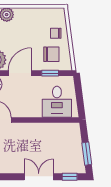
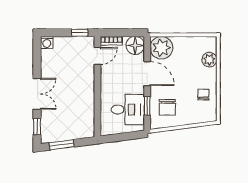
chair: (56, 33) -> (203, 94), moved
desk: (57, 102) -> (128, 110), moved, turned 180

